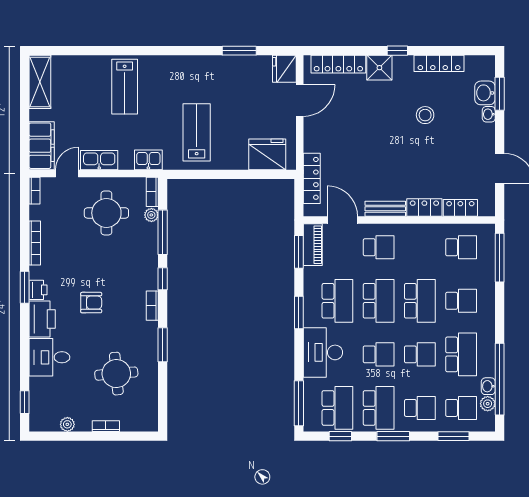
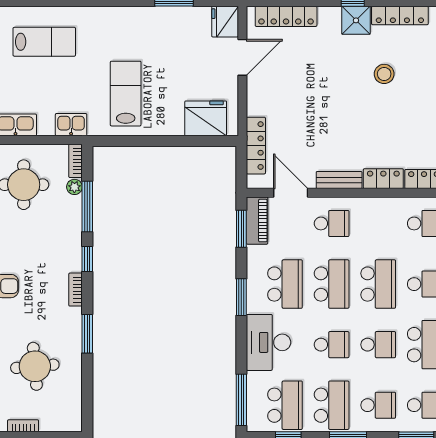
shower: (379, 68) -> (356, 20), moved
lab bench: (125, 87) -> (44, 42), turned -90

